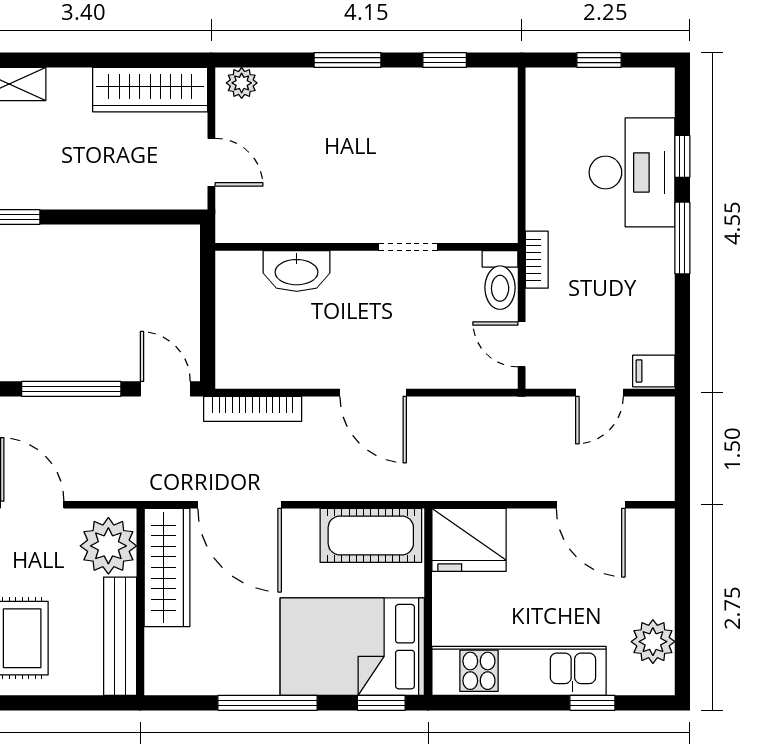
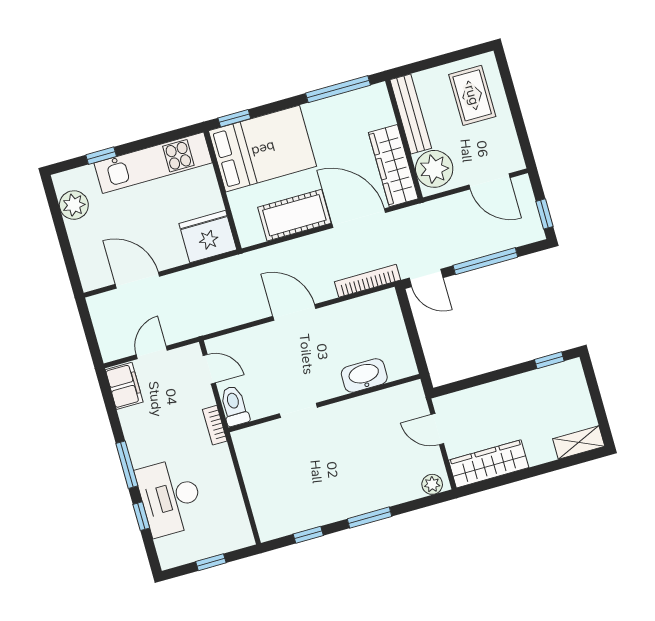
filing cabinet: (654, 371) -> (124, 386), width x2.00
cot: (371, 535) -> (294, 215), moved
window: (268, 703) -> (338, 89), moved

